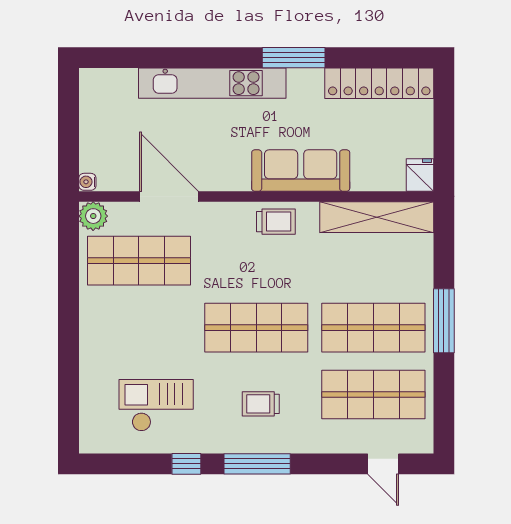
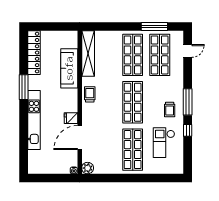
sofa: (301, 171) -> (69, 68), moved
fridge: (420, 175) -> (71, 118), moved
shop shelf: (139, 261) -> (133, 150), moved
window: (444, 321) -> (154, 26), moved
trolley: (261, 404) -> (170, 109), moved

